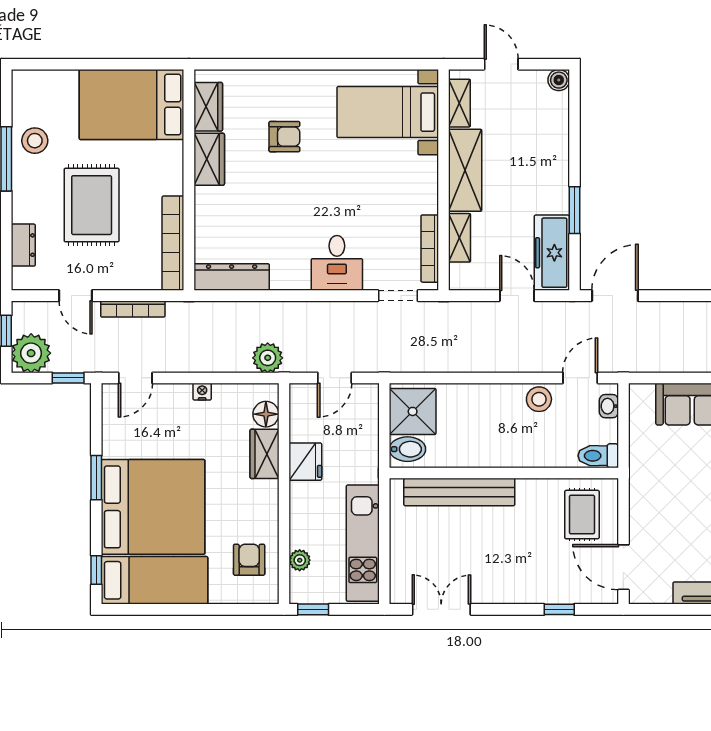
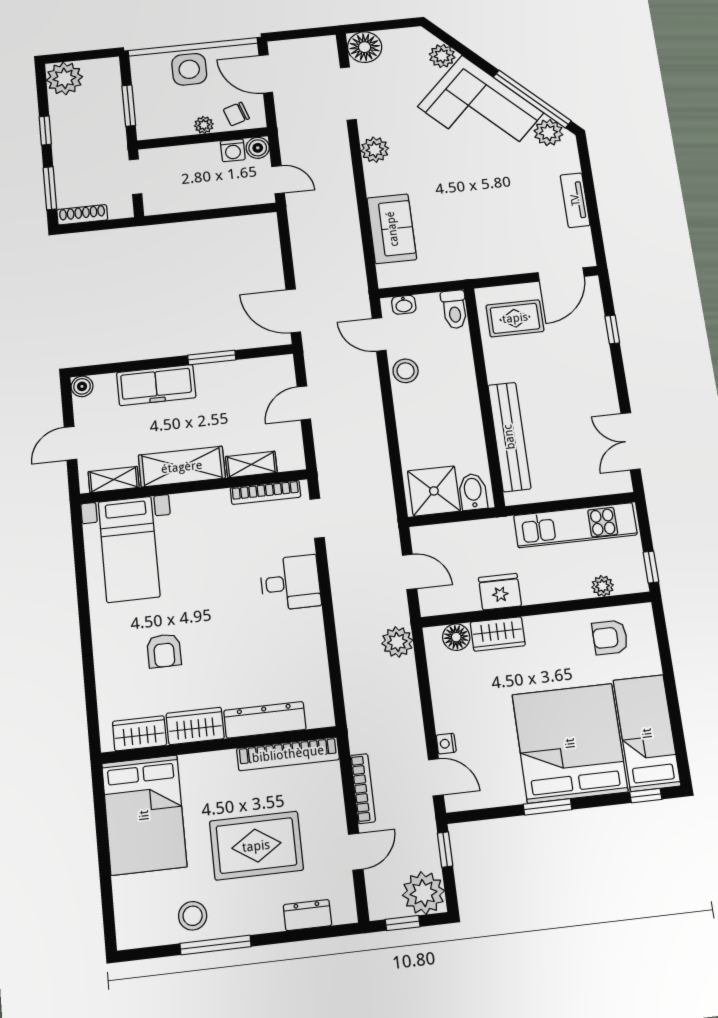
armchair: (284, 137) -> (164, 651), turned 180
freezer: (552, 253) -> (156, 385), moved
dresser: (232, 277) -> (265, 720), moved, turned 90
nightstand: (202, 392) -> (446, 744), moved

